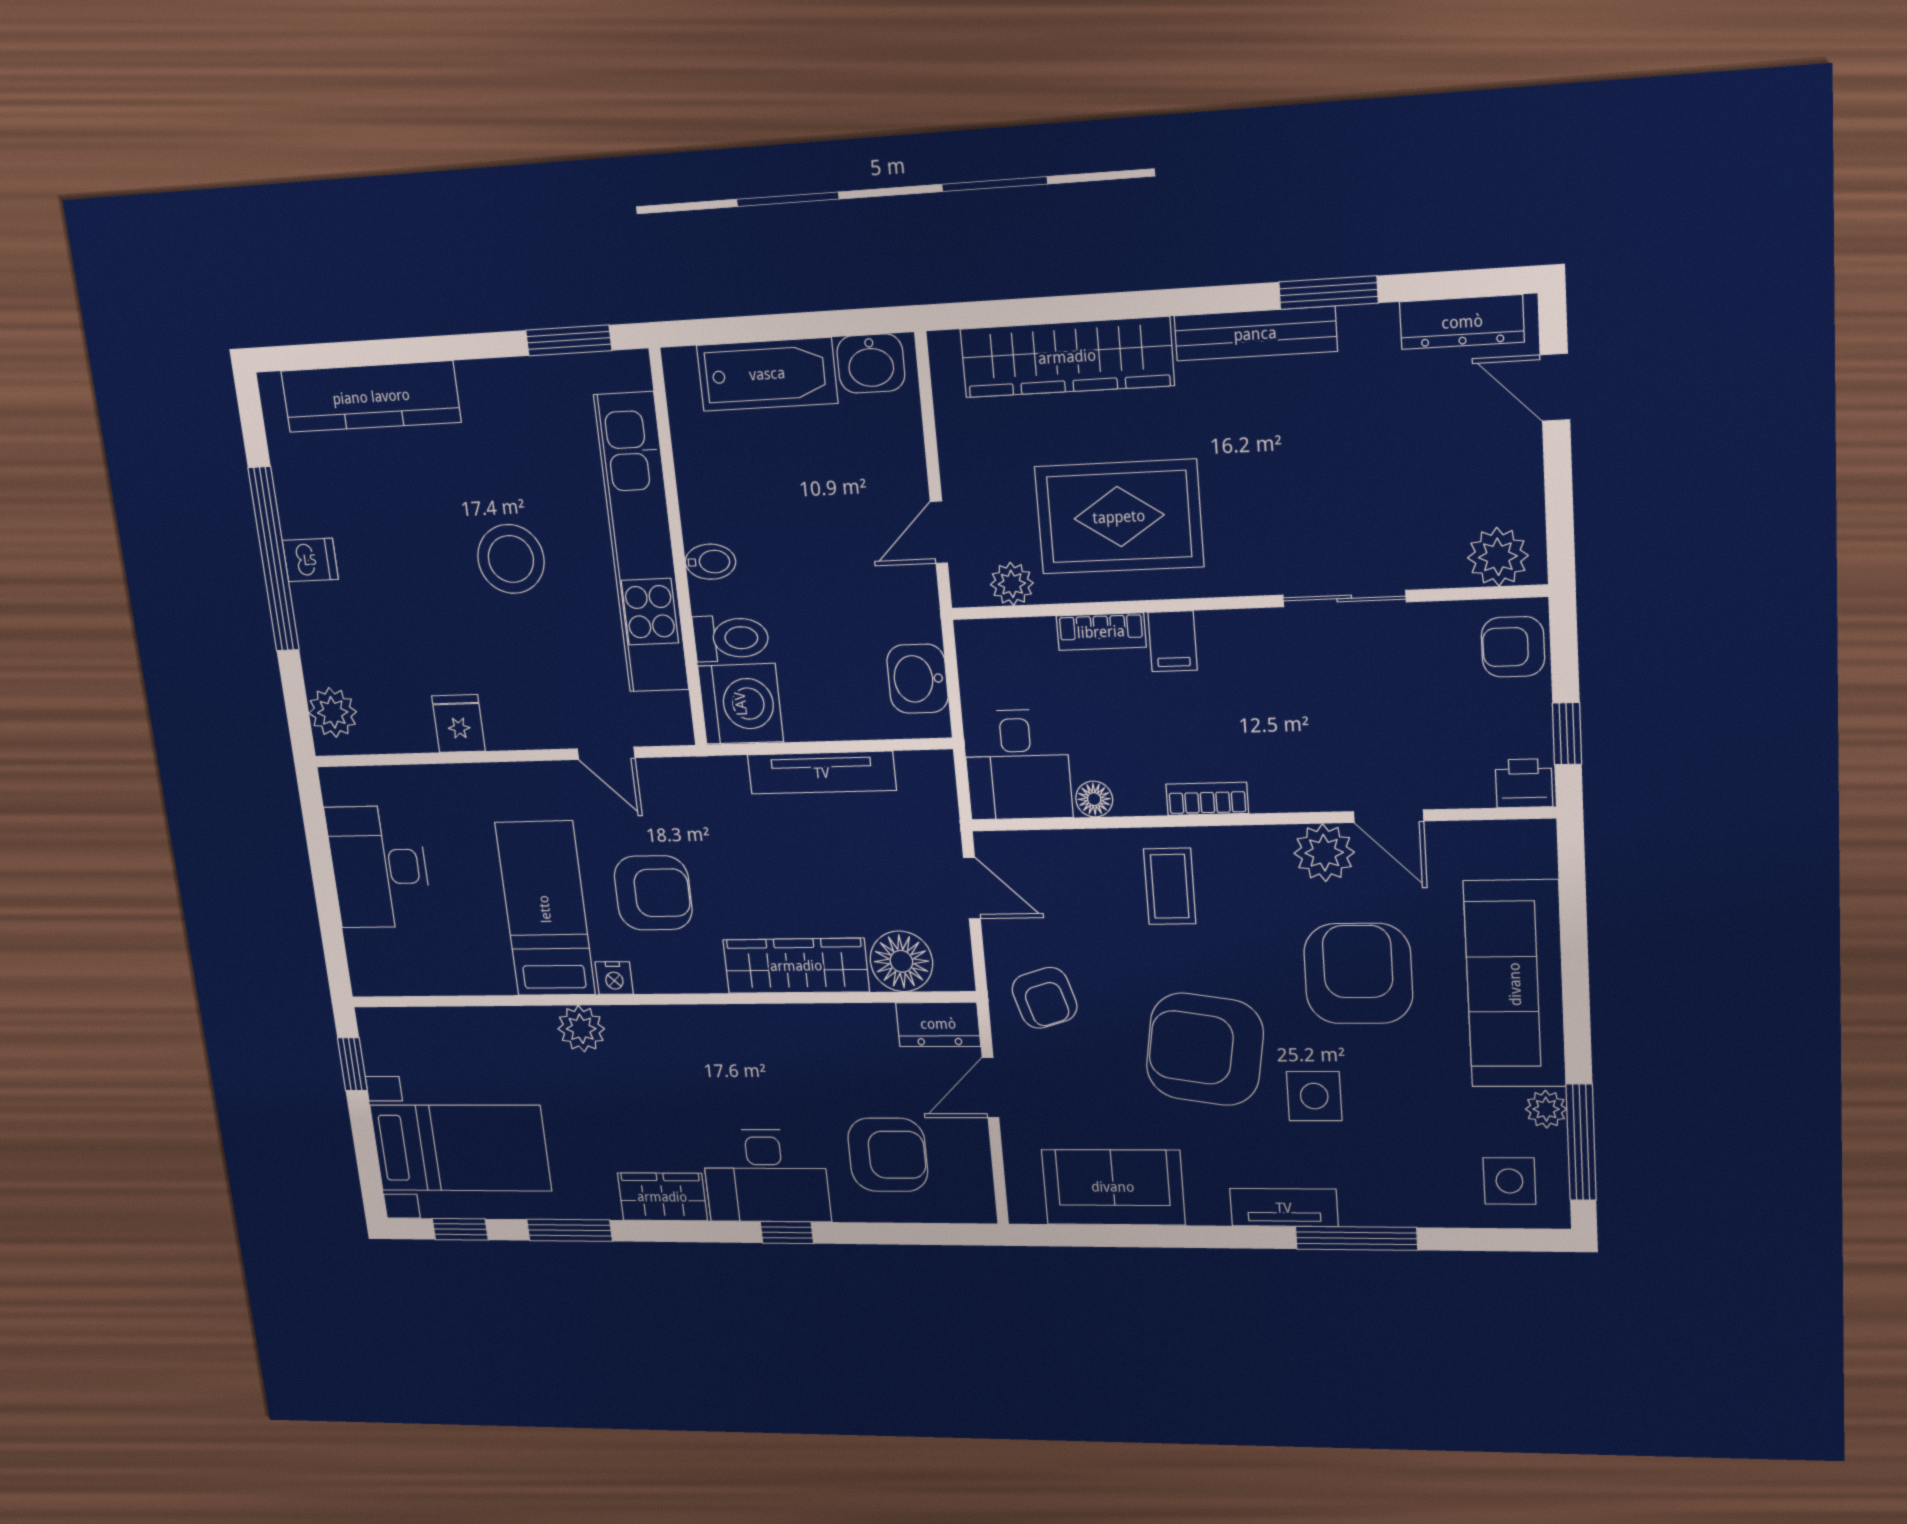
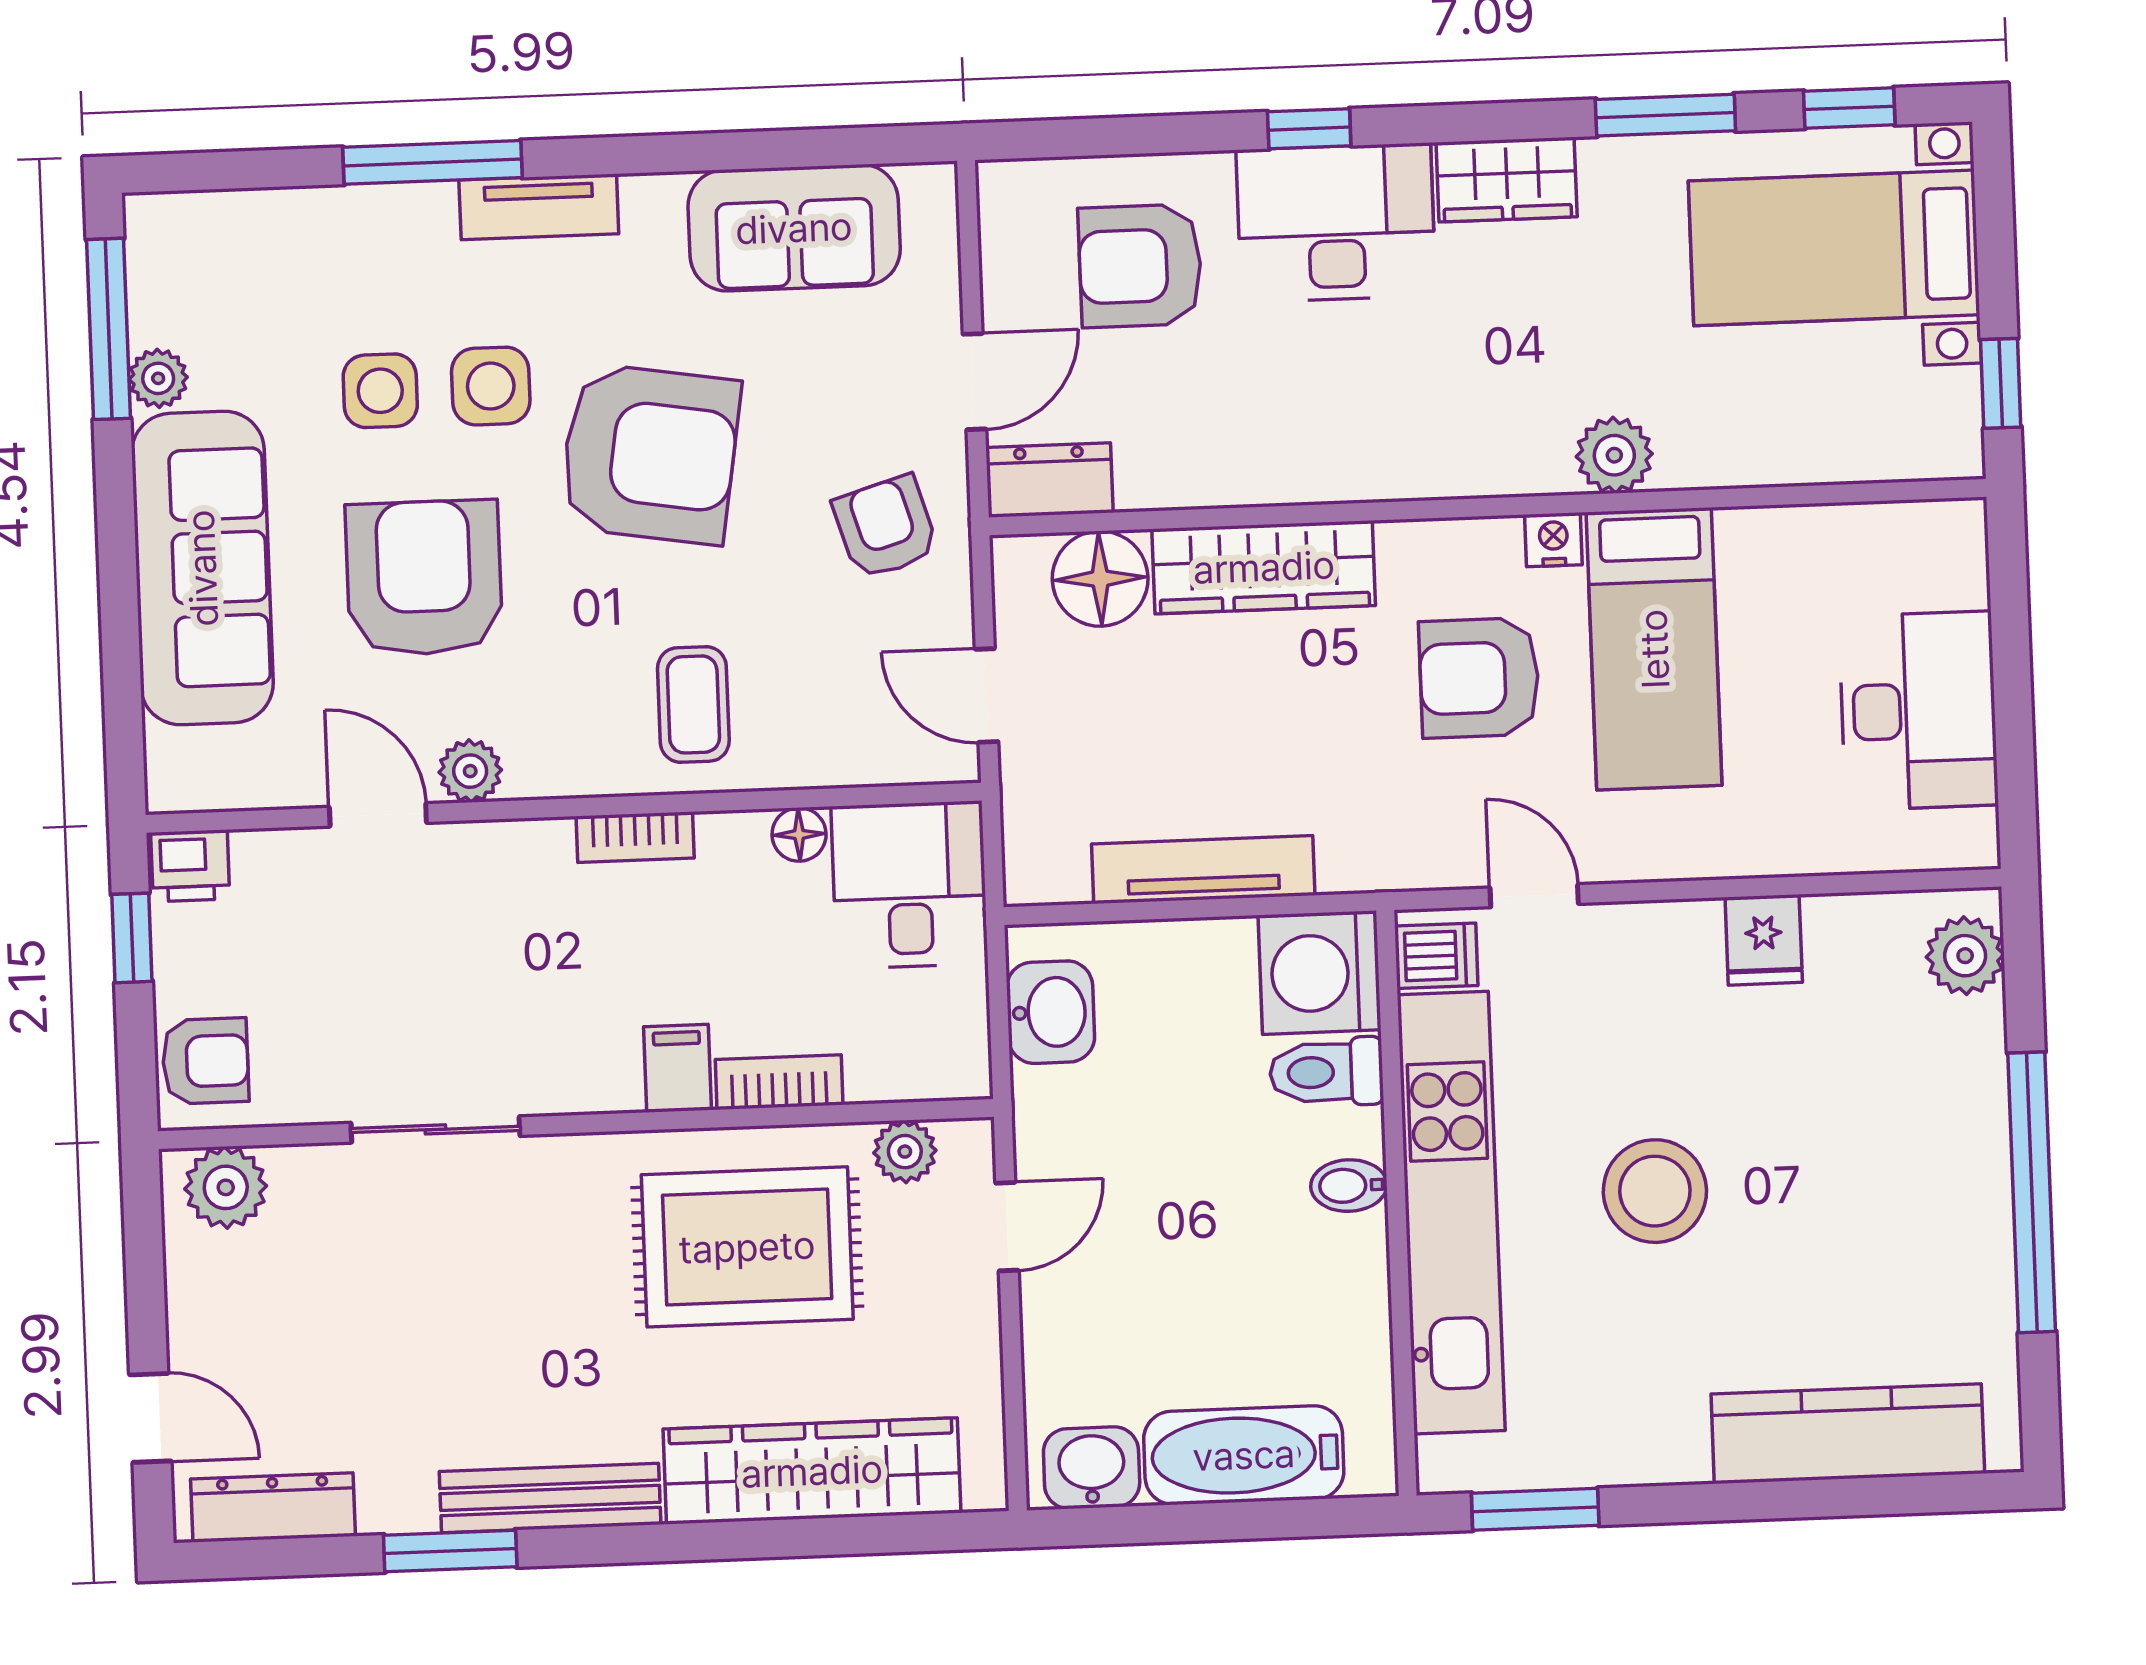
dishwasher: (310, 560) -> (1436, 956), moved, turned 180
plant: (1324, 853) -> (470, 771), width x0.73, depth x0.73
armchair: (1358, 974) -> (424, 578), turned 180
side table: (1509, 1181) -> (380, 391), moved

